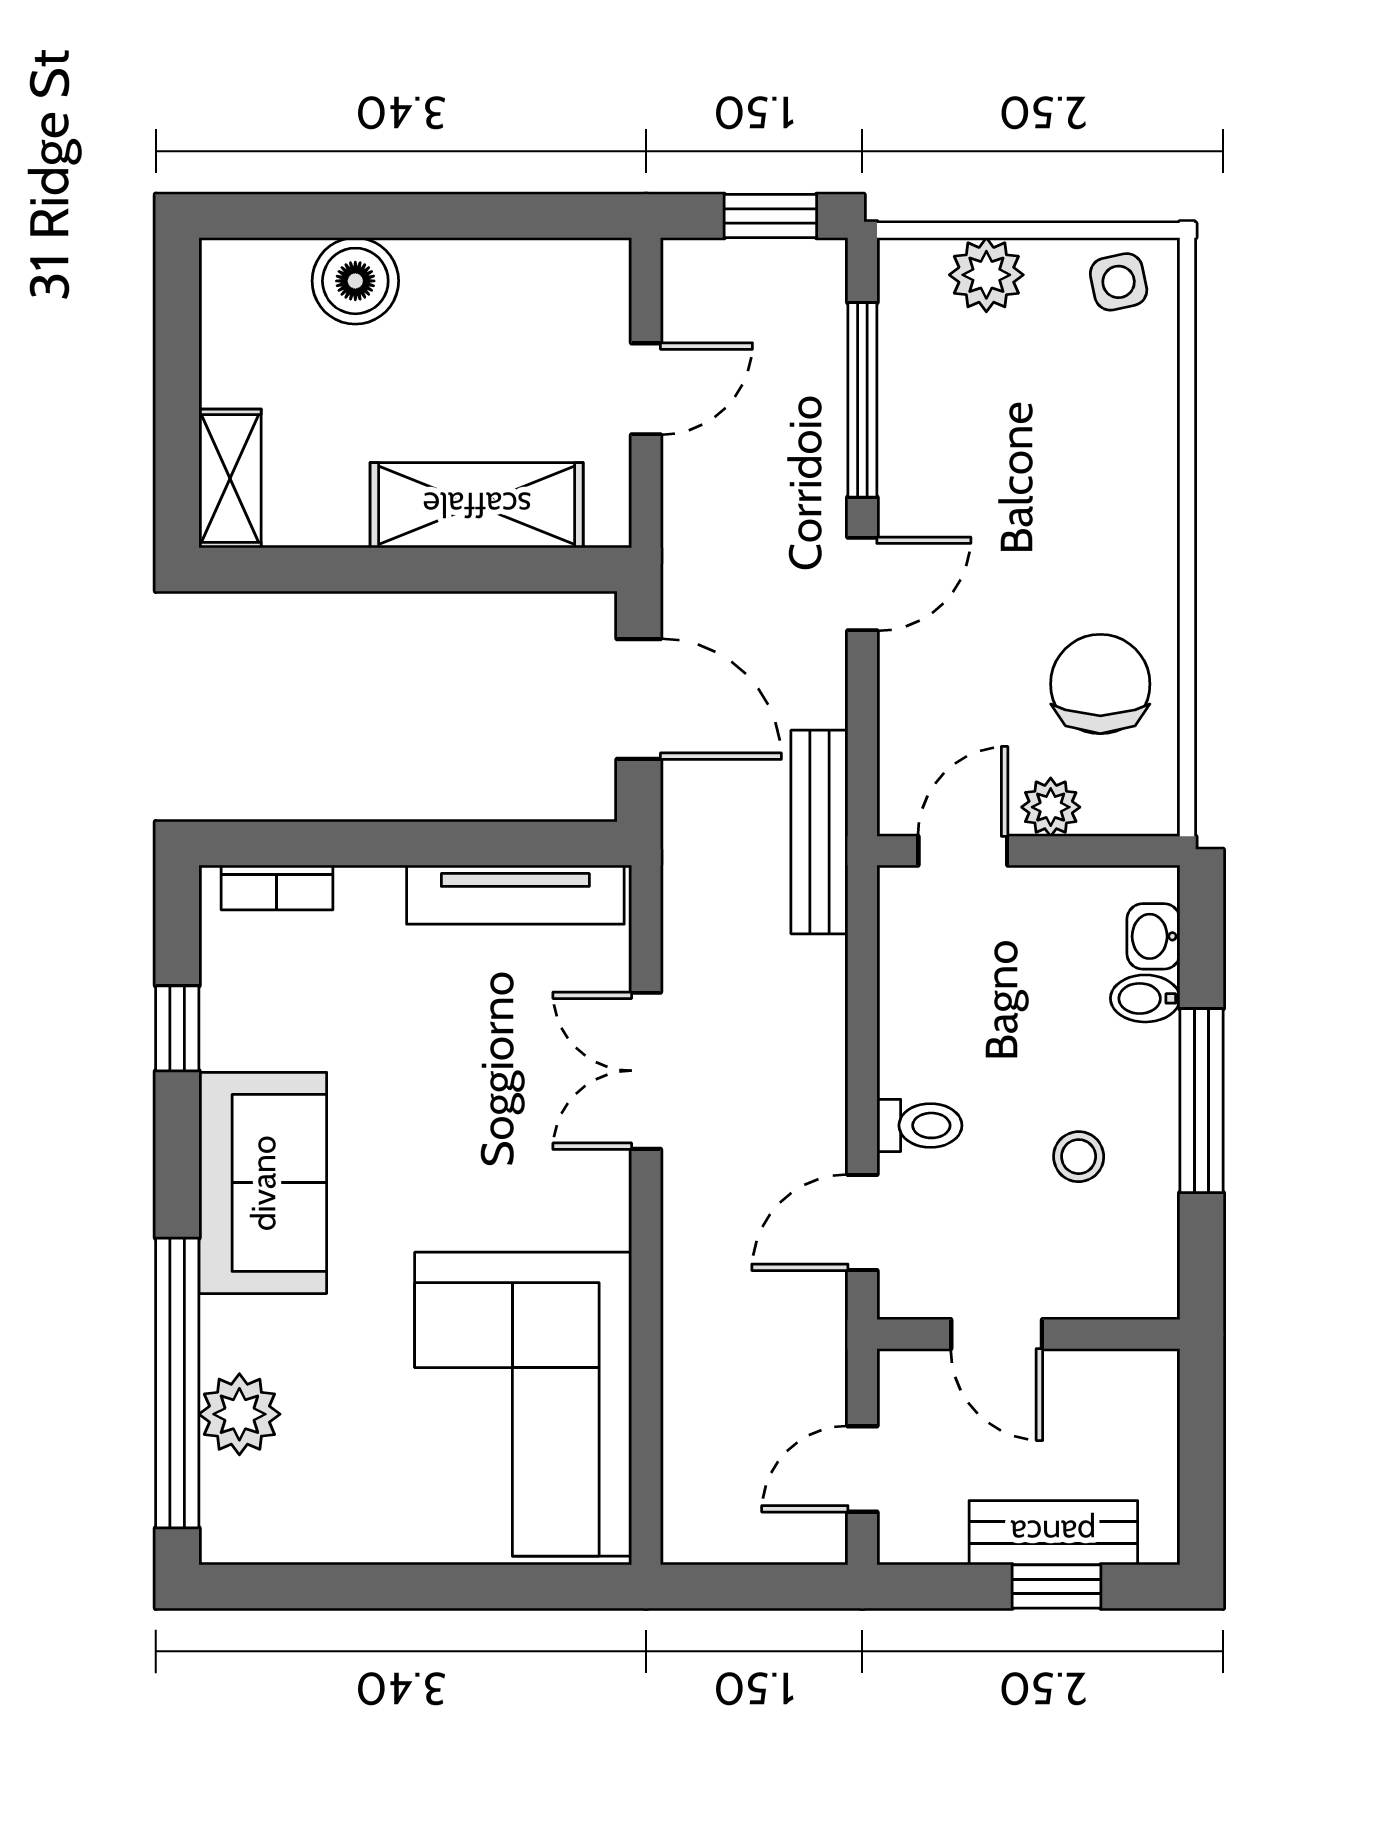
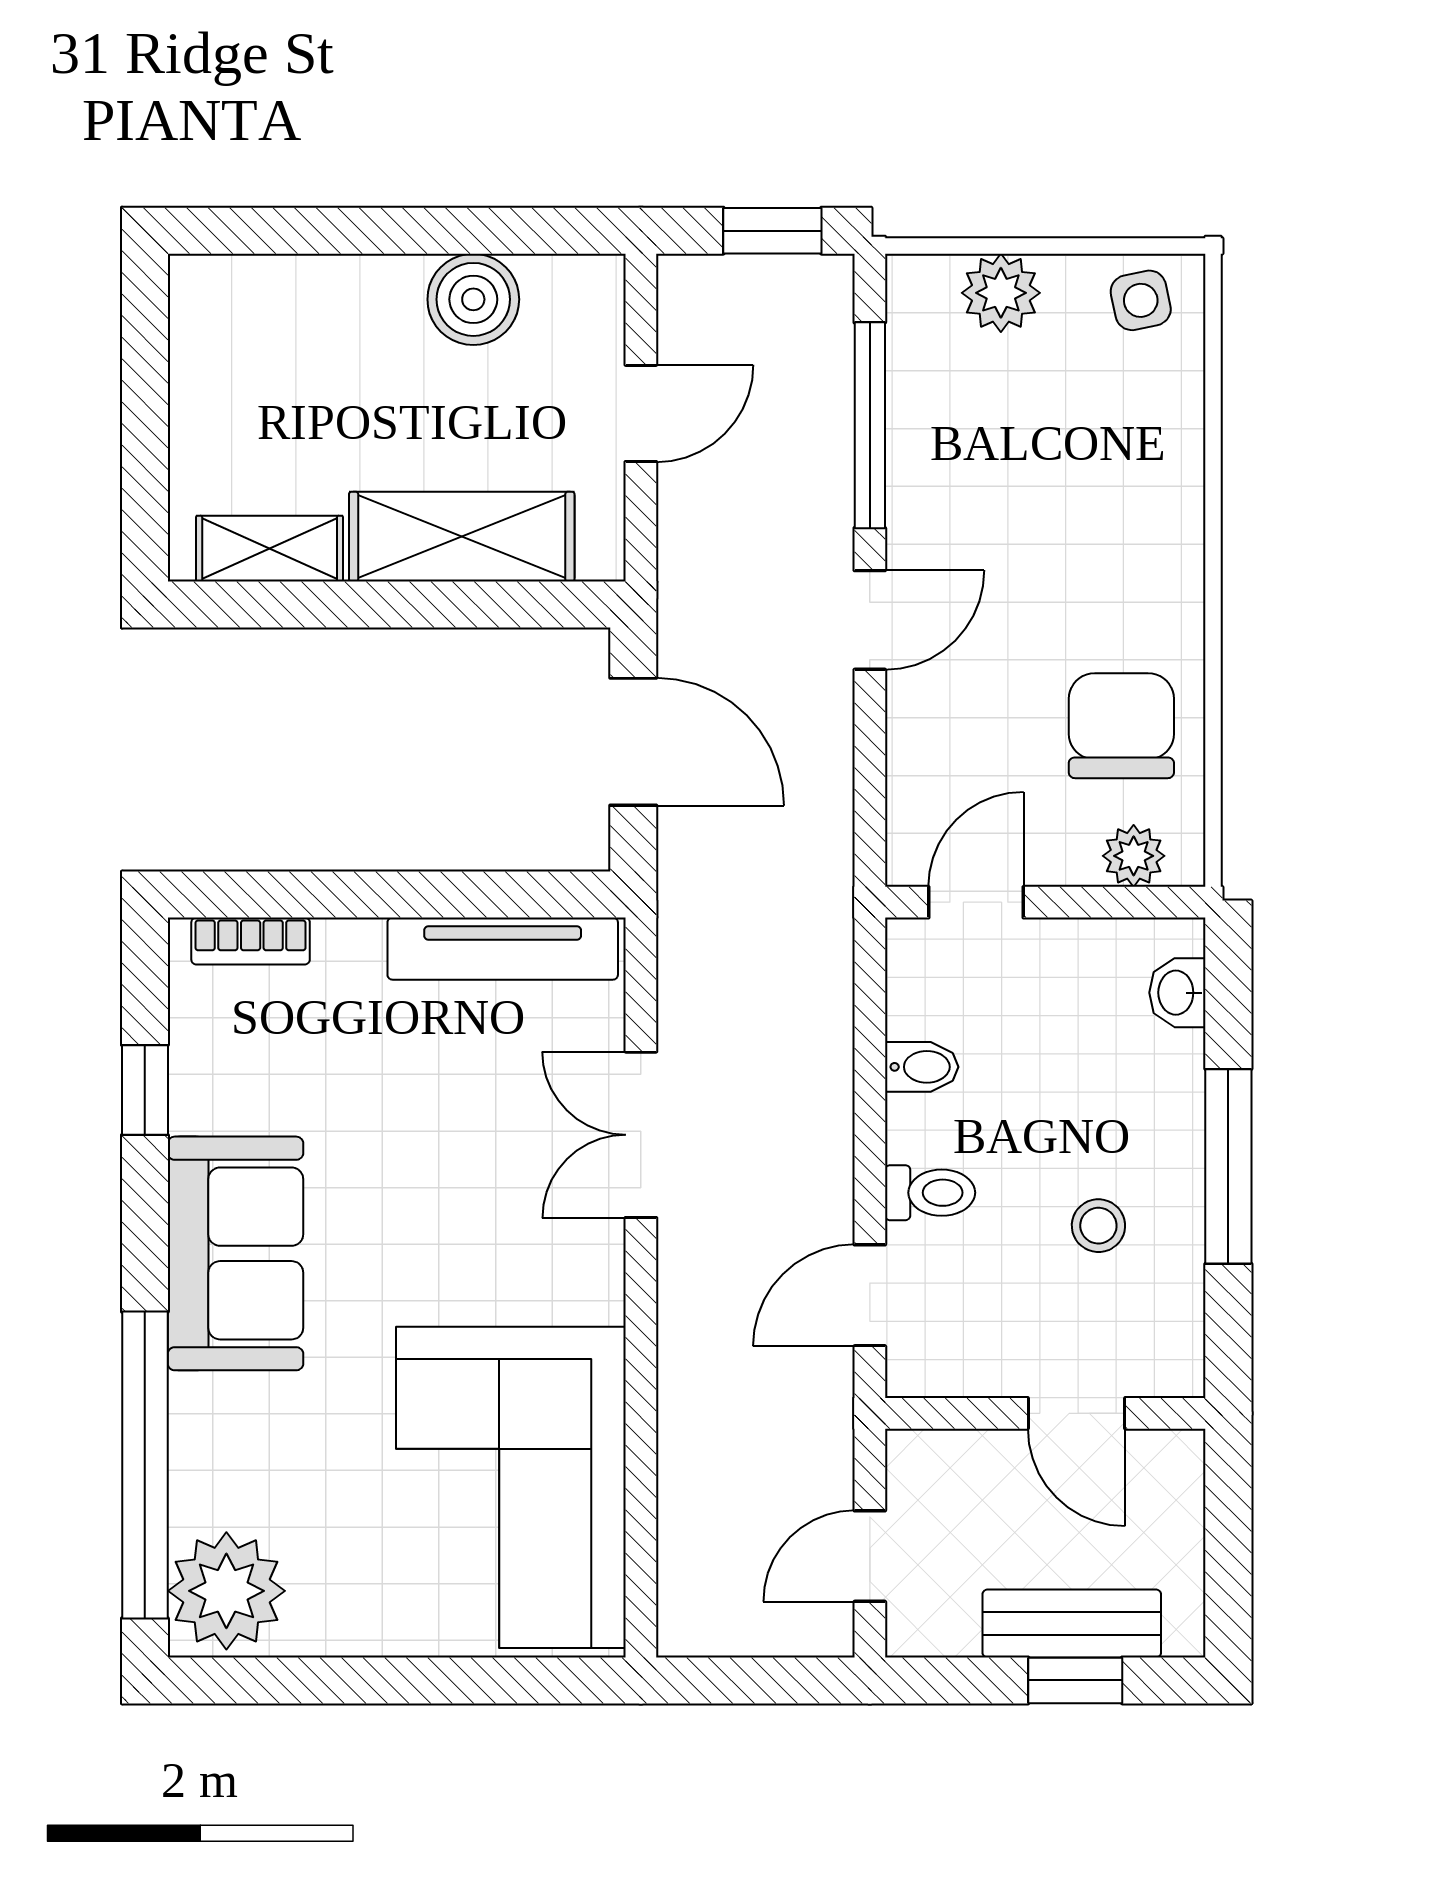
boiler: (355, 281) -> (473, 299), moved
shelving: (230, 478) -> (270, 549), moved, turned 90
plant: (1051, 807) -> (1134, 856), moved
bench: (819, 832) -> (824, 882), removed
bidet: (1145, 998) -> (922, 1067), moved, turned 180
door: (997, 1334) -> (1076, 1413), moved
plant: (239, 1414) -> (226, 1591), moved, width x1.36, depth x1.36

